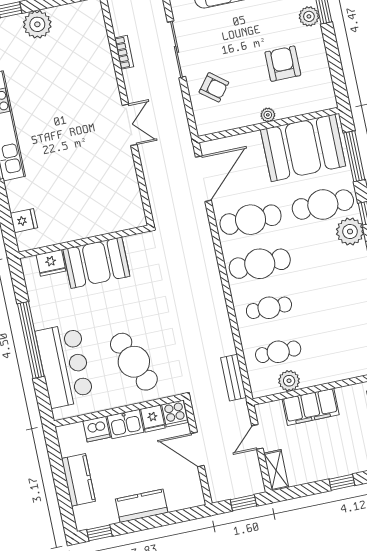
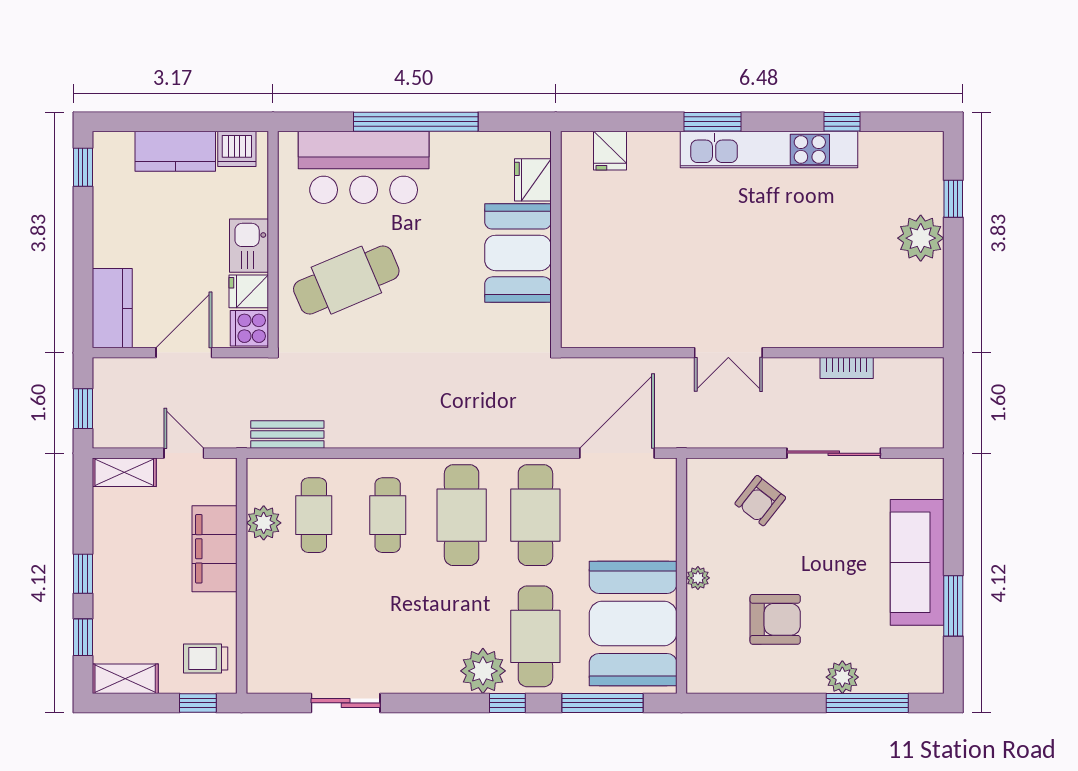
door: (203, 179) -> (617, 453), swing flipped
dishwasher: (97, 429) -> (237, 149), moved, turned -90
kitchen counter: (142, 506) -> (112, 308), moved

